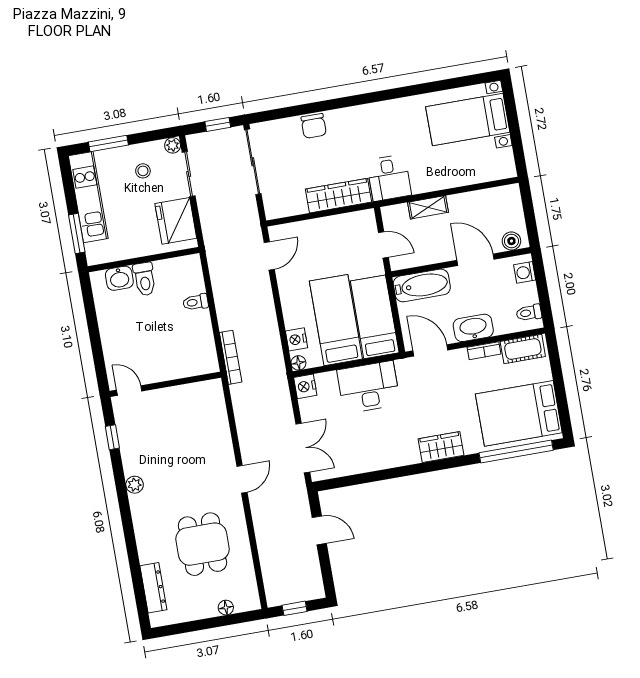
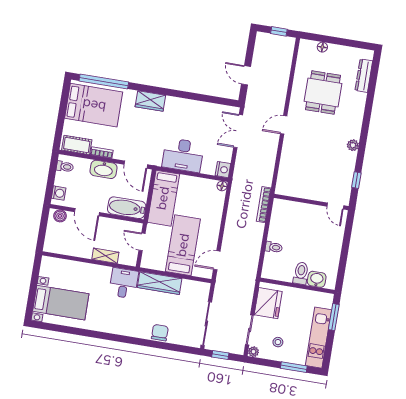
bed: (336, 320) -> (183, 245), moved, turned 180
nightstand: (297, 339) -> (218, 201), removed

